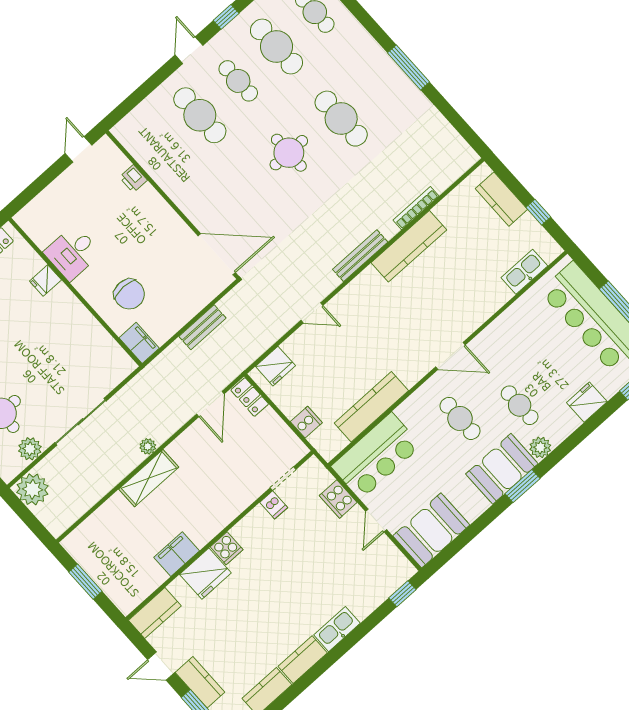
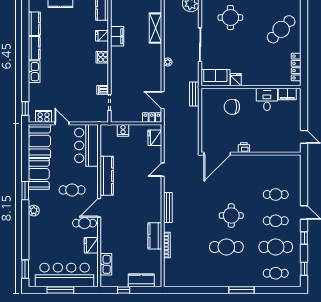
window: (408, 67) -> (241, 290), moved
cafe table: (200, 115) -> (276, 194), width x0.73, depth x0.74
printer: (133, 179) -> (244, 148), moved
kitchen counter: (409, 246) -> (155, 236), width x0.67
fridge: (45, 280) -> (236, 80), moved
bench: (203, 327) -> (194, 94), moved
filing cabinet: (139, 343) -> (287, 94), moved
sofa: (108, 356) -> (215, 78), added
fridge: (587, 402) -> (91, 245), moved, turned 180
cafe table: (520, 405) -> (84, 223), moved
kitchen counter: (371, 407) -> (107, 176), moved
plant: (30, 449) -> (207, 16), removed
booth: (502, 469) -> (39, 174), moved
shelving: (149, 478) -> (155, 28), moved
cooker: (338, 499) -> (43, 116), moved
fridge: (205, 574) -> (102, 36), width x0.53, depth x0.75

